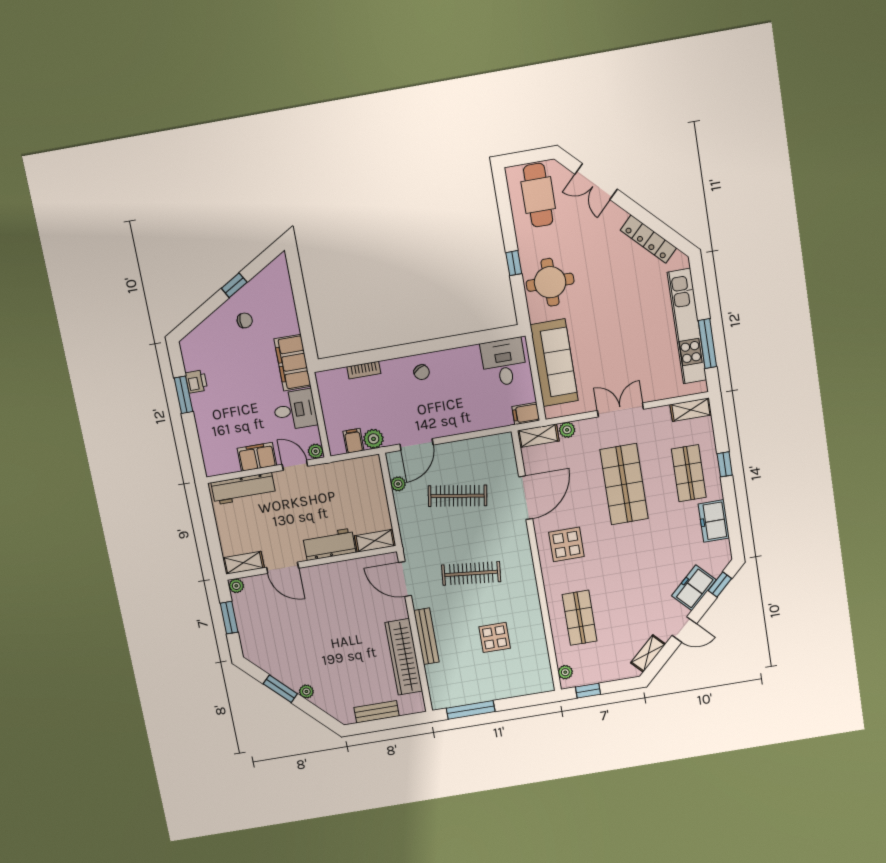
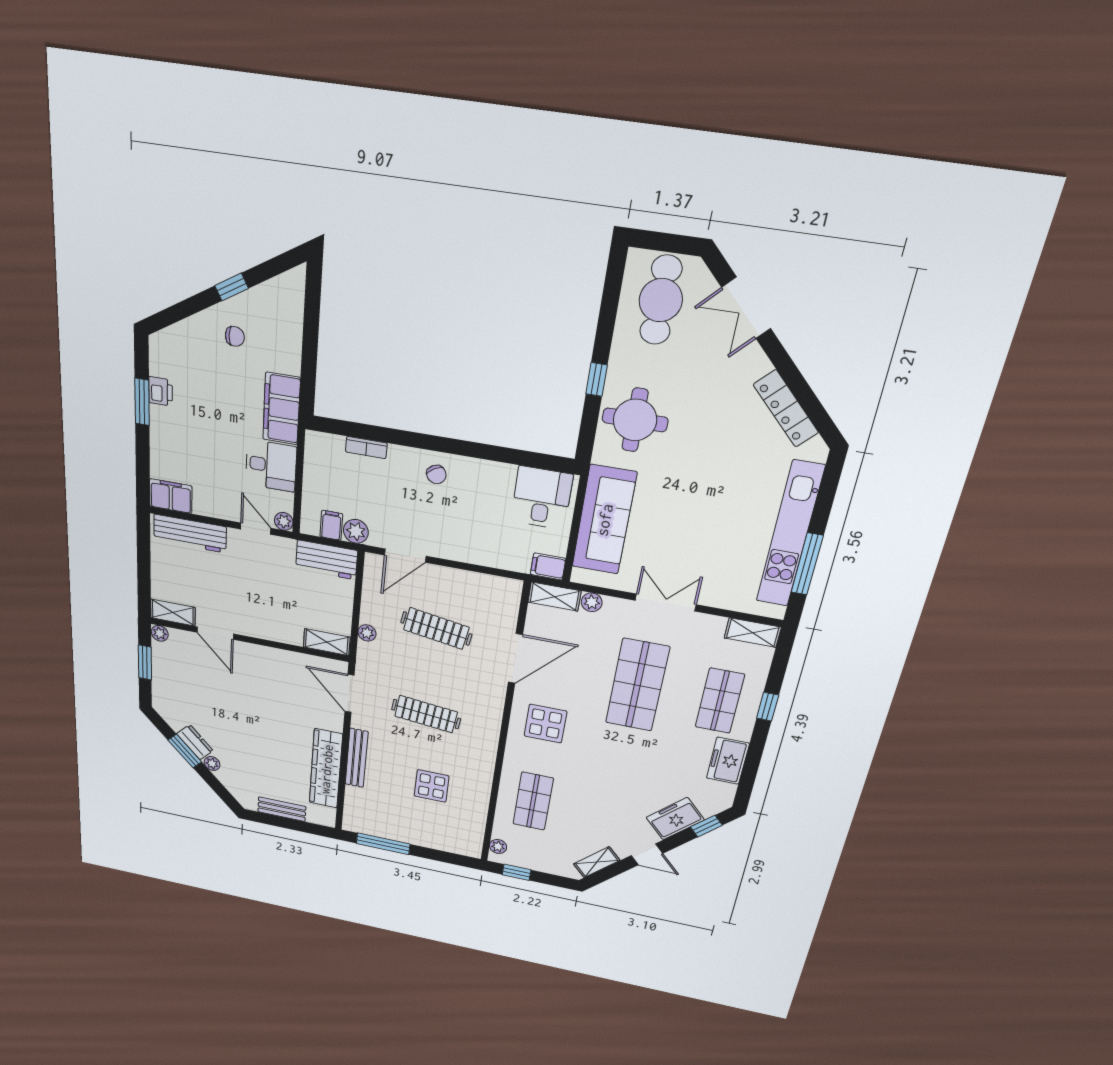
filing cabinet: (257, 457) -> (171, 496), moved
plant: (398, 484) -> (367, 633), moved
workbench: (329, 544) -> (326, 560), moved, turned 180
dresser: (287, 677) -> (195, 742), added

